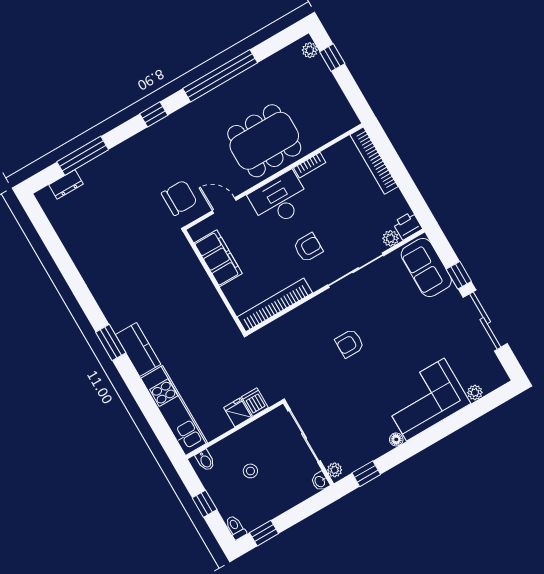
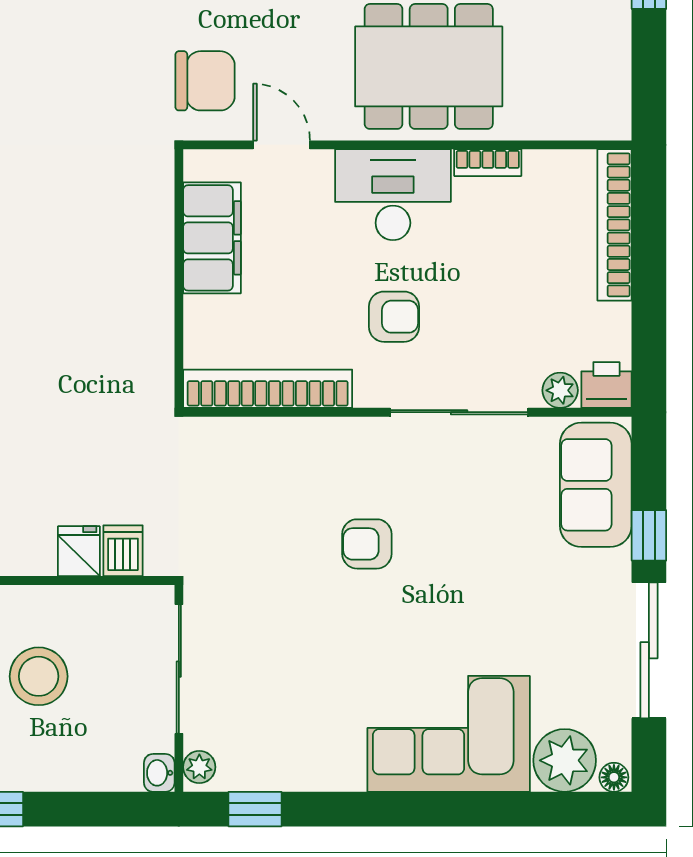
plant: (475, 393) -> (565, 760), width x1.88, depth x1.88
floor lamp: (396, 439) -> (614, 777), moved
stool: (250, 471) -> (39, 676), width x1.89, depth x1.89

